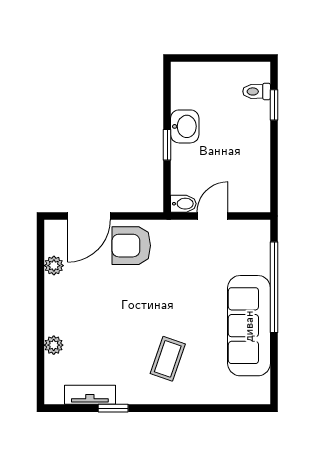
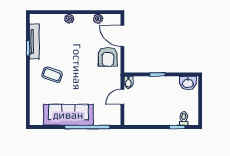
washbasin: (185, 126) -> (188, 83), moved
door: (212, 216) -> (122, 97), swing flipped
armchair: (131, 246) -> (108, 57), turned 180
plant: (54, 345) -> (69, 19), moved
tv unit: (90, 395) -> (34, 42), width x1.41

